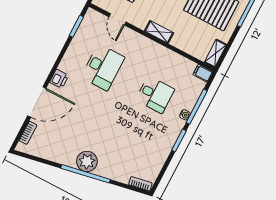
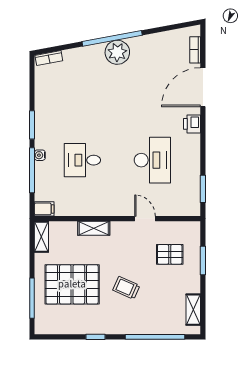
door: (117, 19) -> (145, 219), moved
shelving: (159, 32) -> (94, 228), moved
desk: (103, 67) -> (152, 160), turned 180

